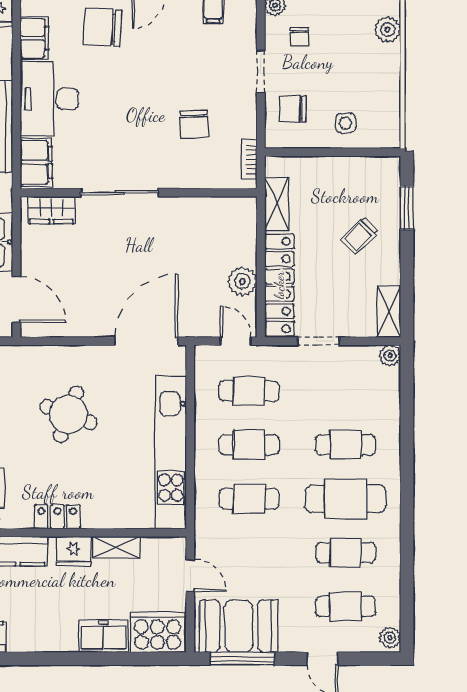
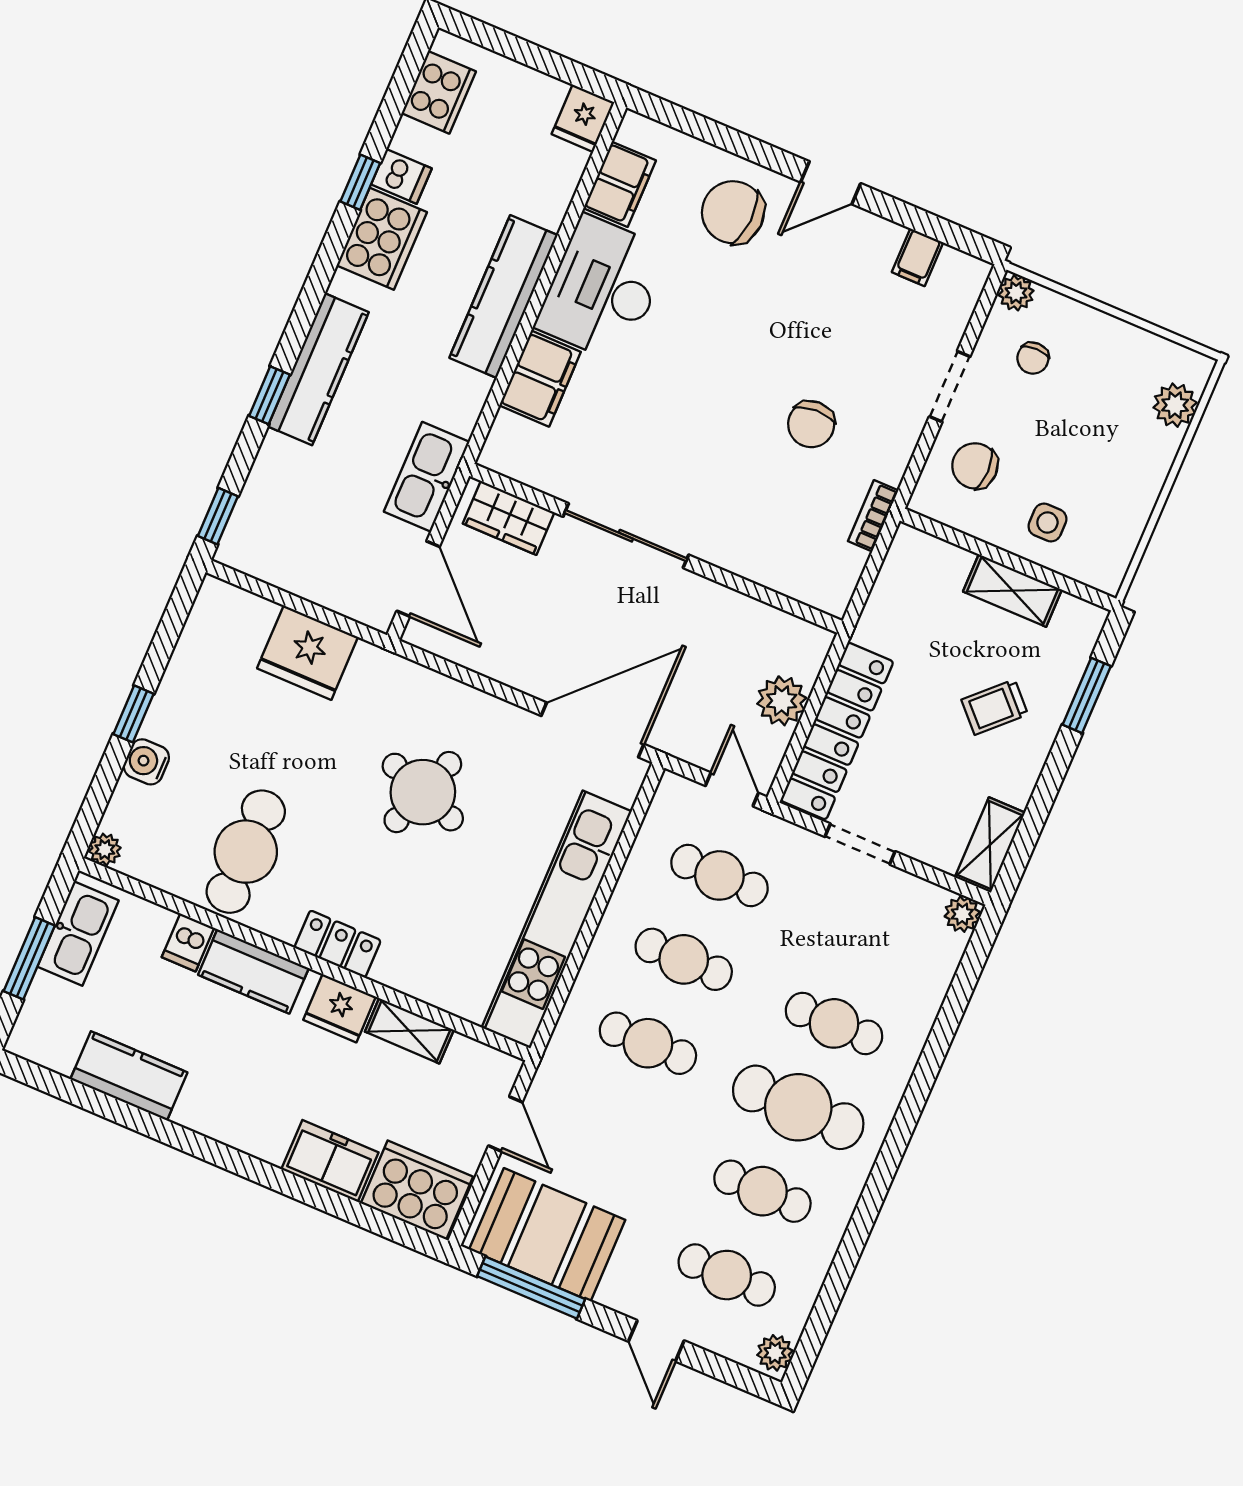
sliding door: (119, 193) -> (626, 536), moved
wall: (139, 193) -> (656, 548), moved
shelving: (277, 204) -> (1012, 591), moved, turned 90
wardrobe: (51, 210) -> (509, 518), moved

